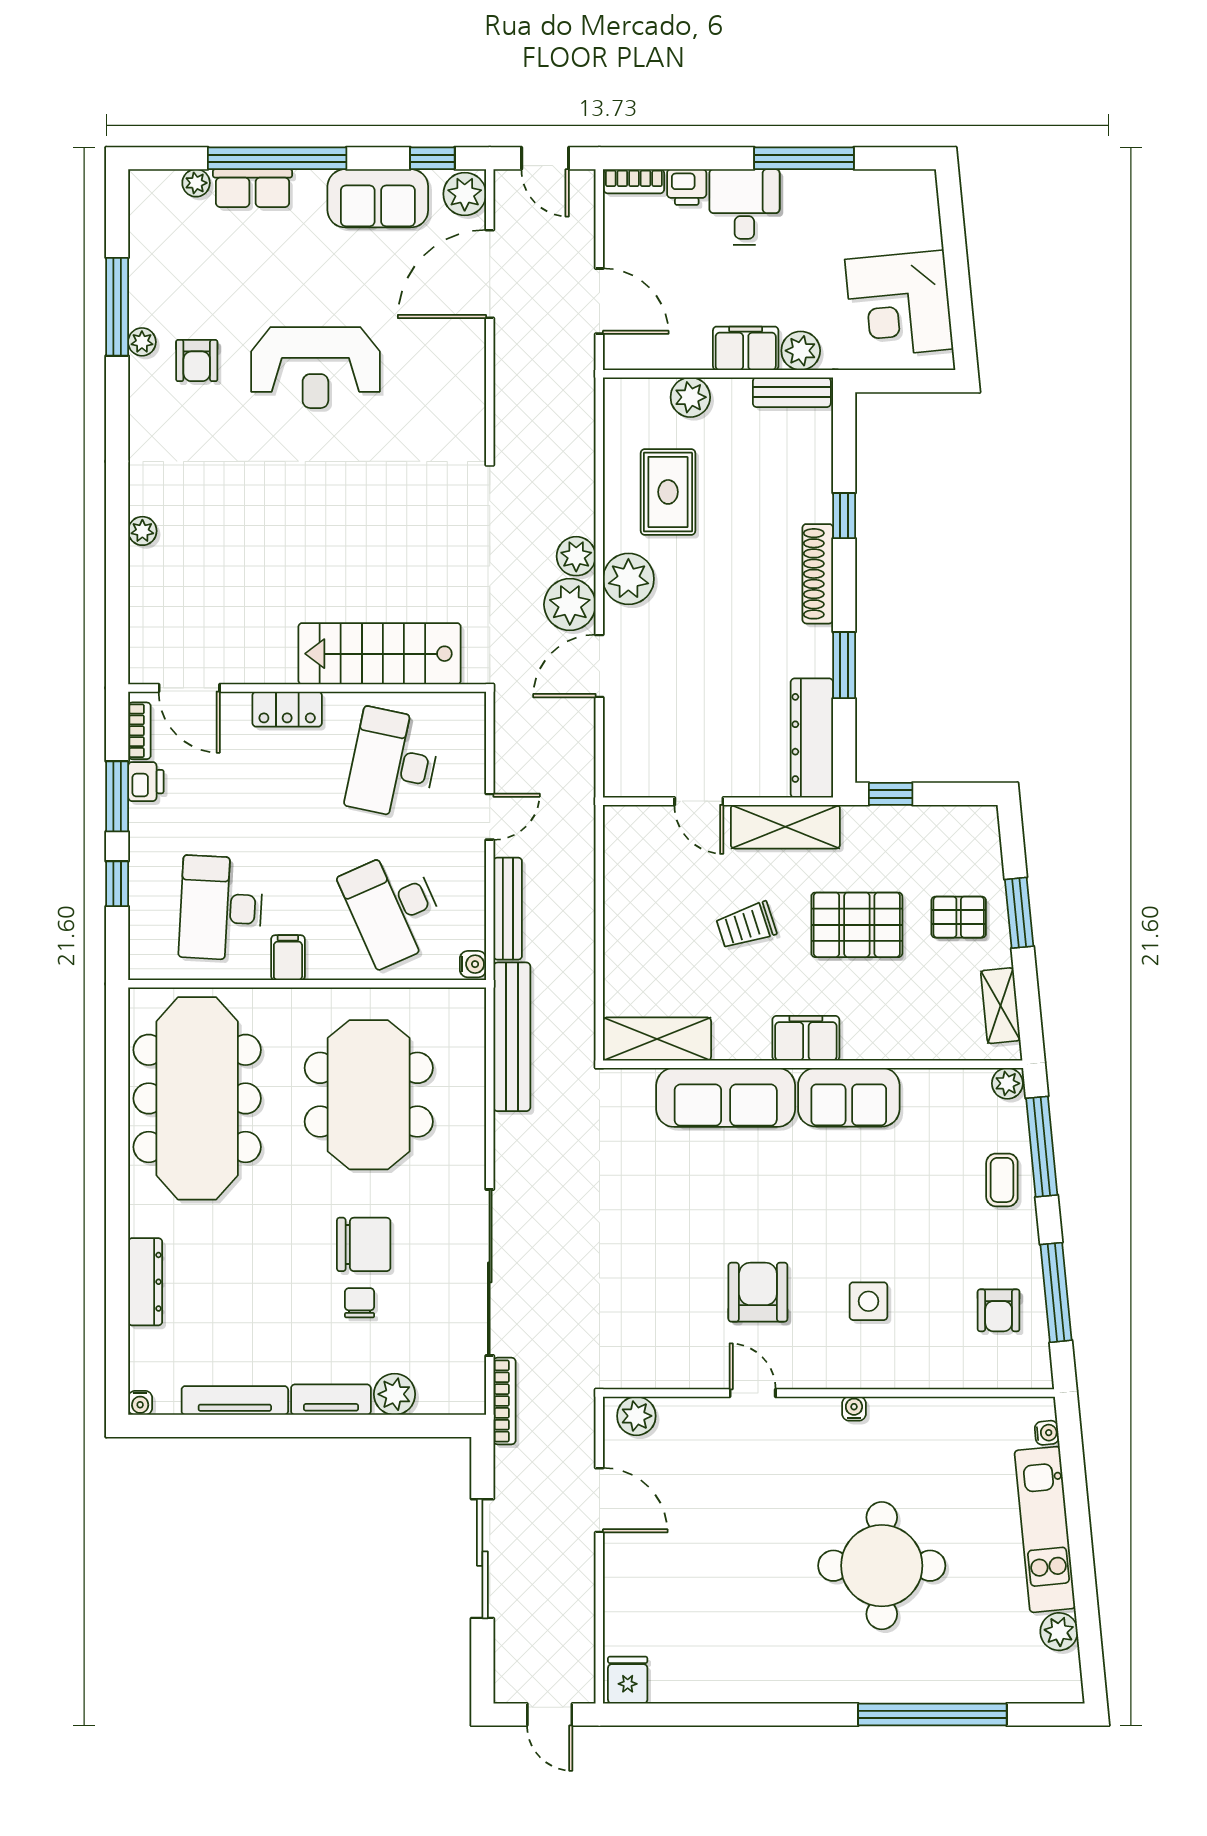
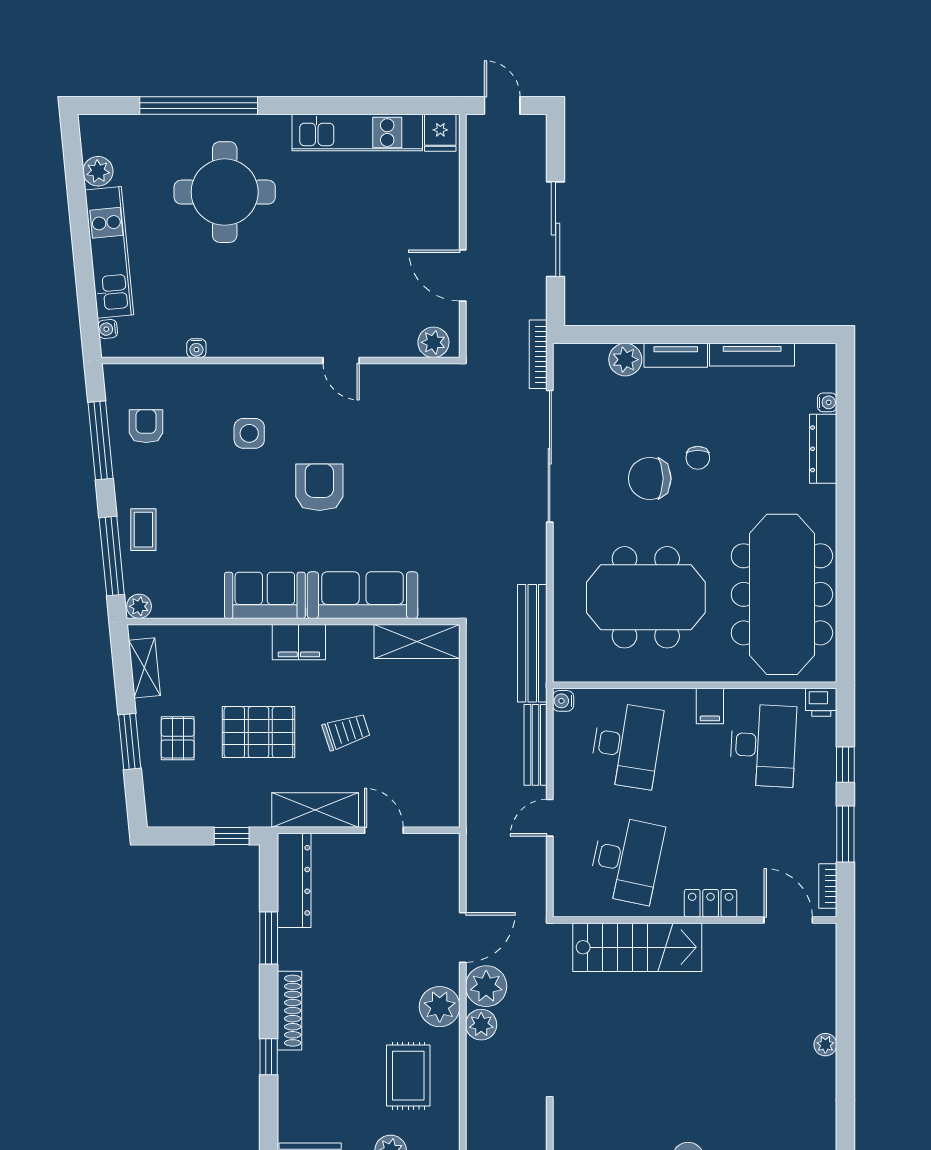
printer: (146, 782) -> (821, 702), moved, turned -90
desk: (393, 908) -> (626, 745), turned 33
pallet: (959, 917) -> (178, 738), turned 90
meeting table: (369, 1095) -> (646, 597), turned 90
armchair: (758, 1292) -> (319, 487), moved, turned 180
chair: (360, 1303) -> (698, 458), moved
water cooler: (140, 1403) -> (827, 402), moved, turned 90
water cooler: (854, 1409) -> (196, 348), moved
round table: (882, 1566) -> (225, 192), moved
kitchen unit: (732, 1680) -> (357, 133), added

